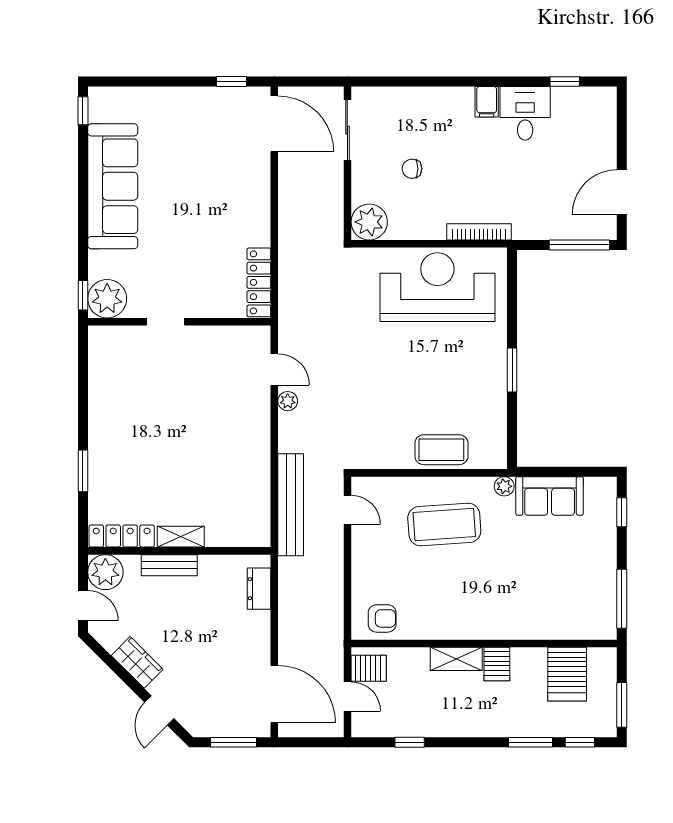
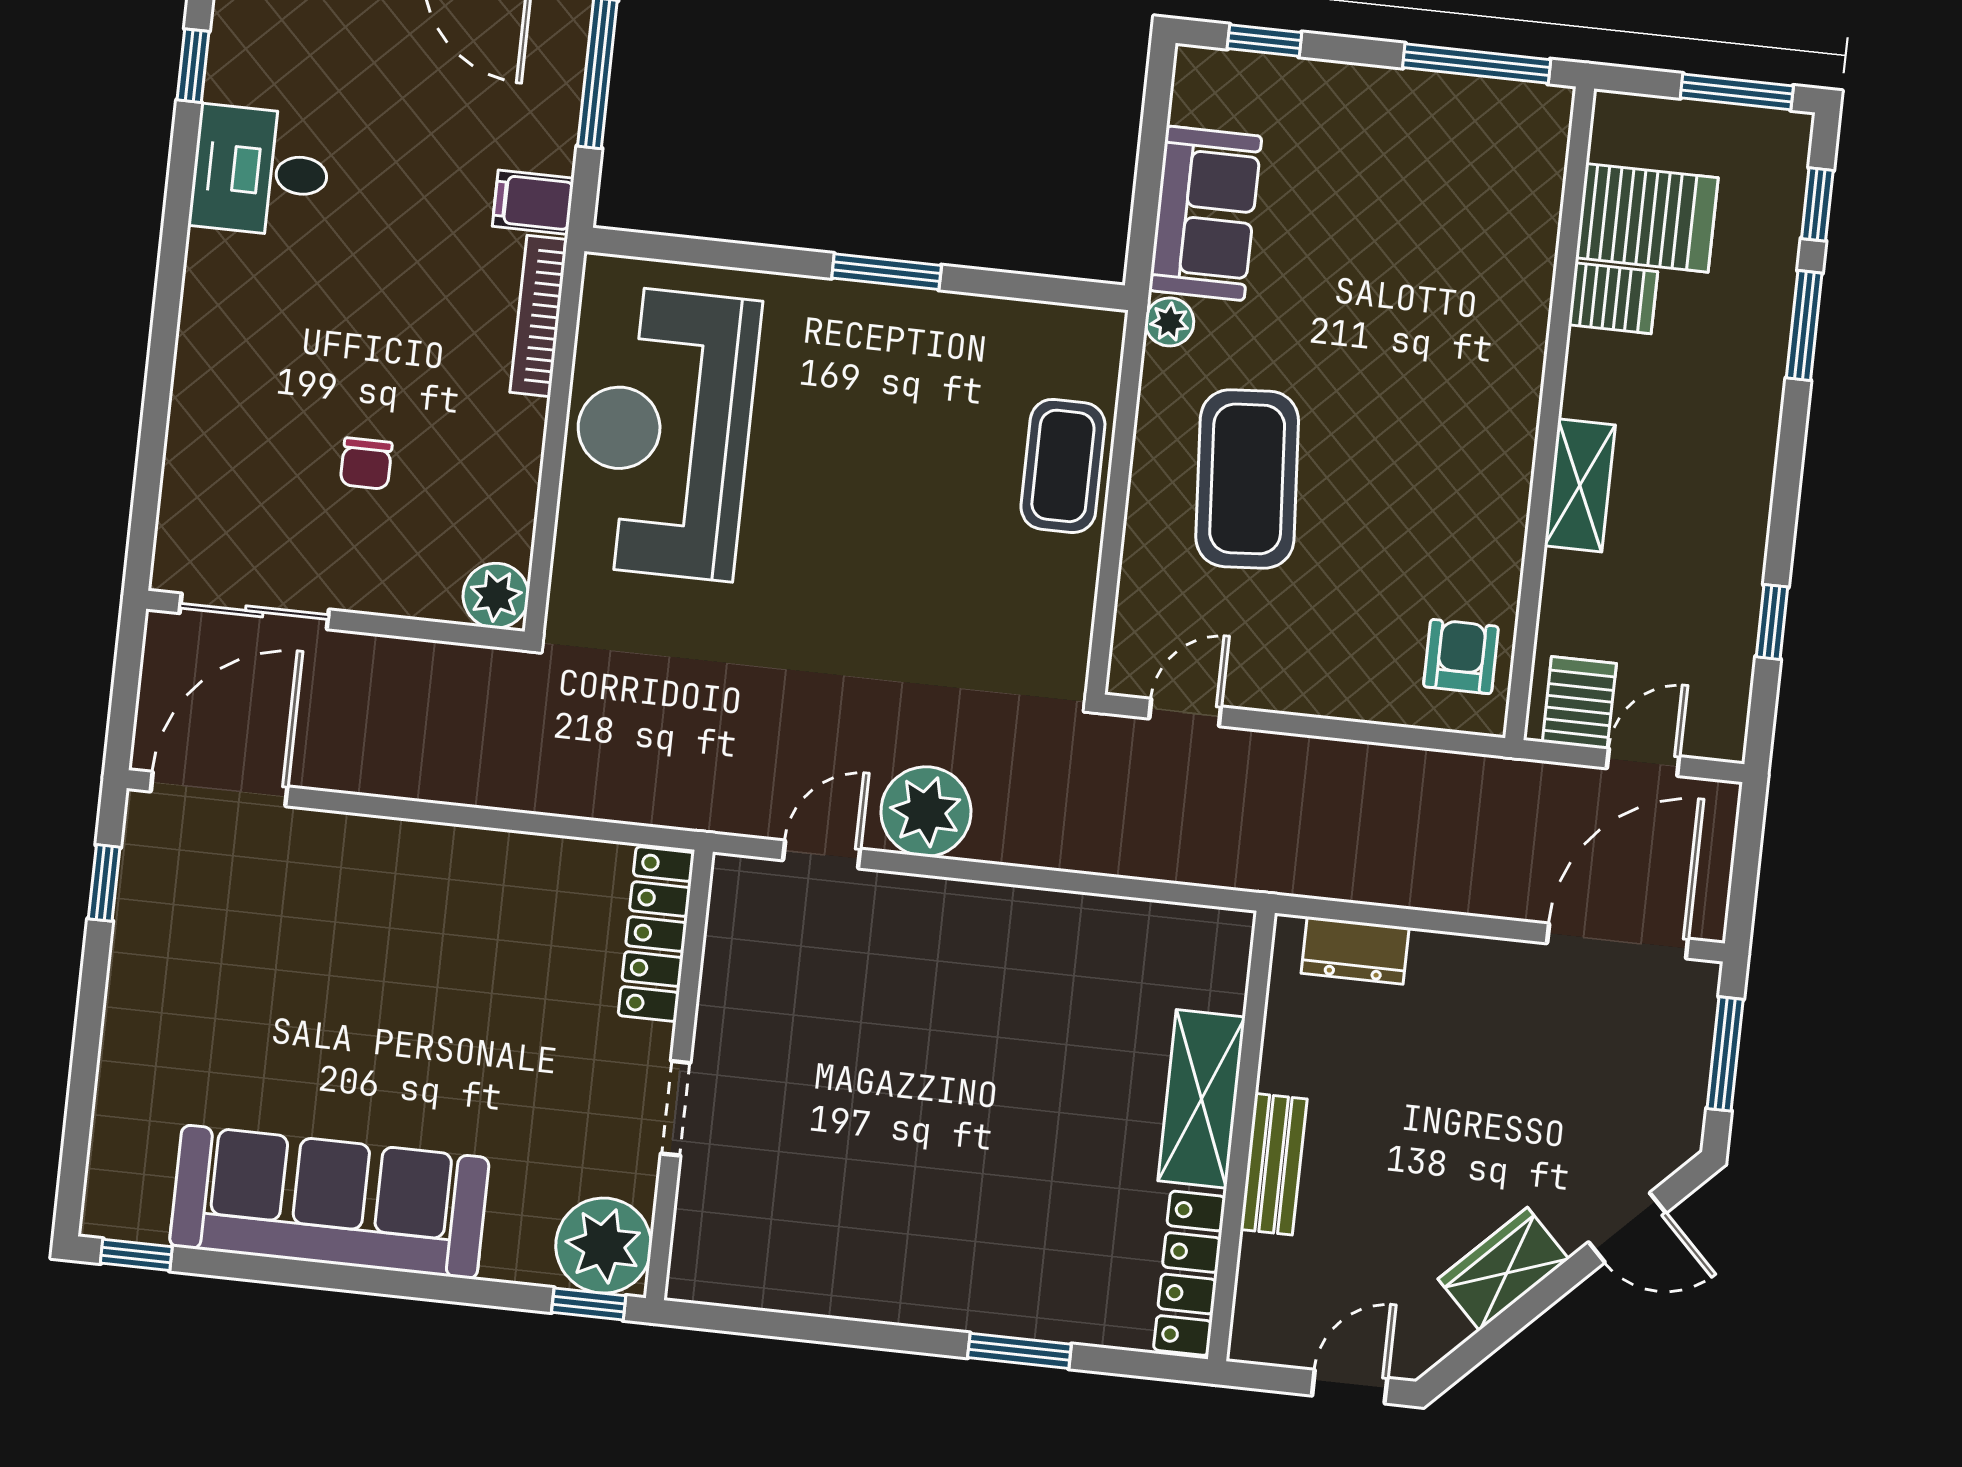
filing cabinet: (487, 102) -> (533, 202), moved, turned 180
plant: (369, 222) -> (496, 596), width x0.73, depth x0.73
locker: (259, 282) -> (656, 934), moved, turned 90
plant: (288, 401) -> (926, 812), width x1.88, depth x1.88
bench: (291, 505) -> (1158, 850), removed
shelving: (181, 537) -> (1201, 1099), width x1.50, depth x1.33
plant: (105, 572) -> (1274, 1323), removed
server rack: (497, 664) -> (1613, 298), moved

